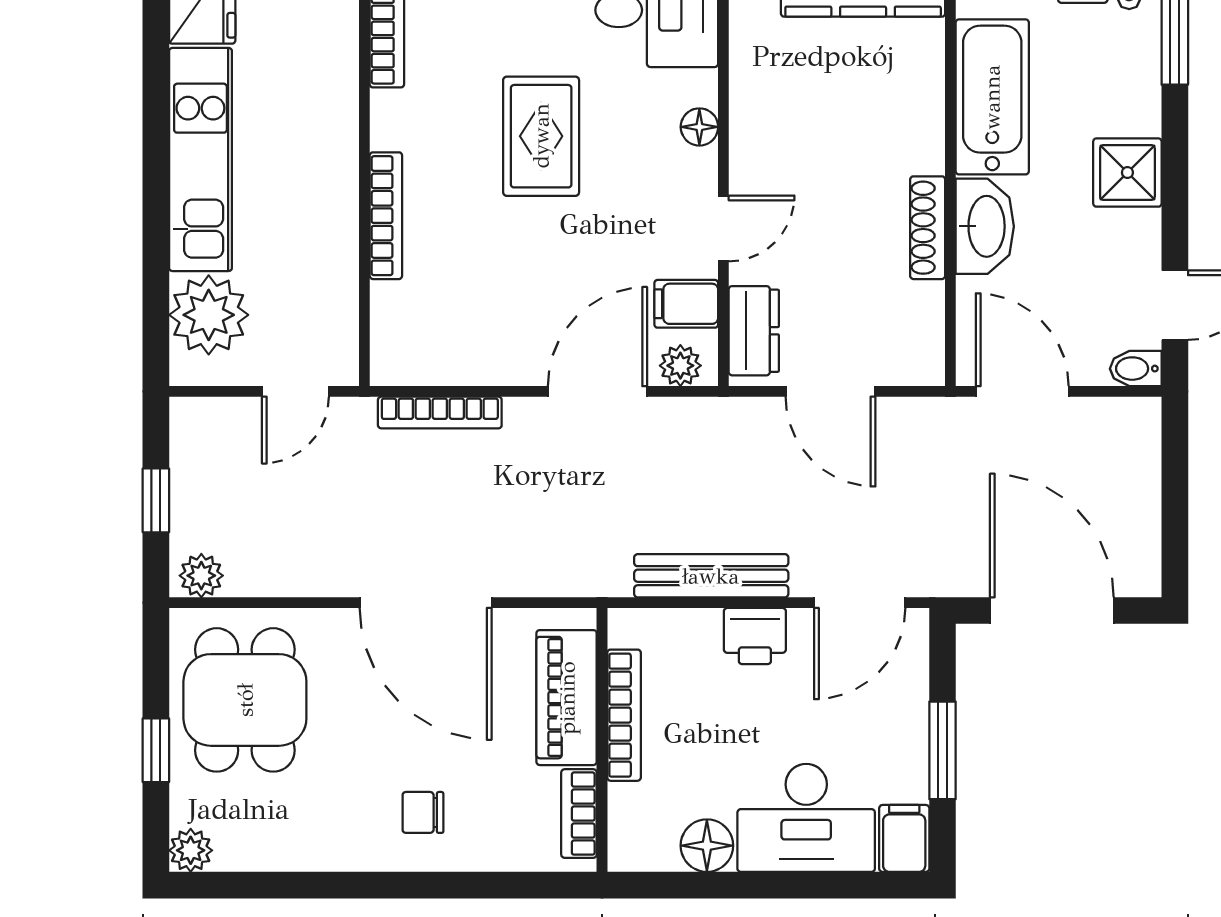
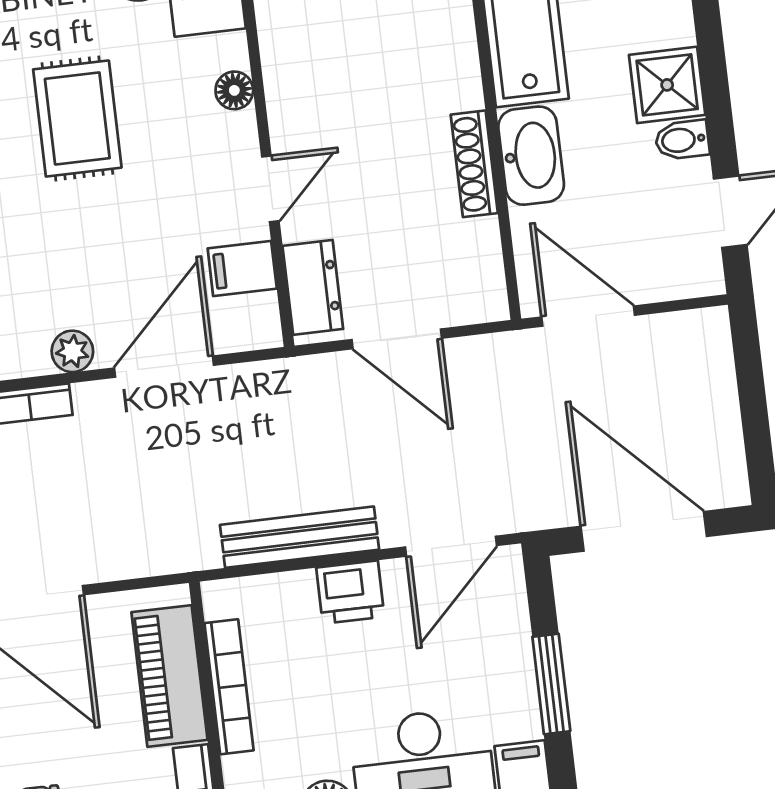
plant: (680, 366) -> (72, 351), moved
bidet: (1136, 369) -> (682, 140), moved

